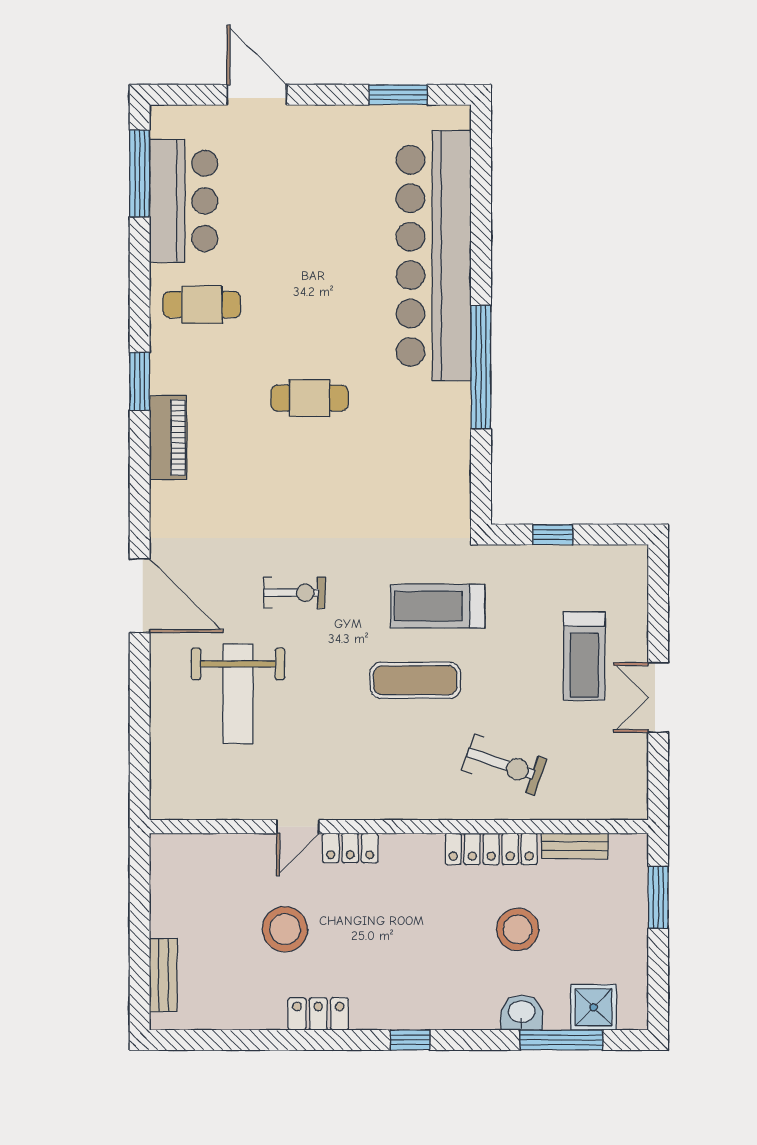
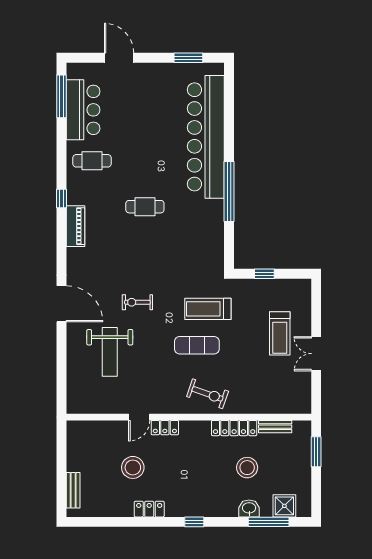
window: (140, 381) -> (61, 198), width x0.67
exercise bike: (294, 593) -> (137, 302), turned 180
exercise bike: (504, 765) -> (208, 394), moved

